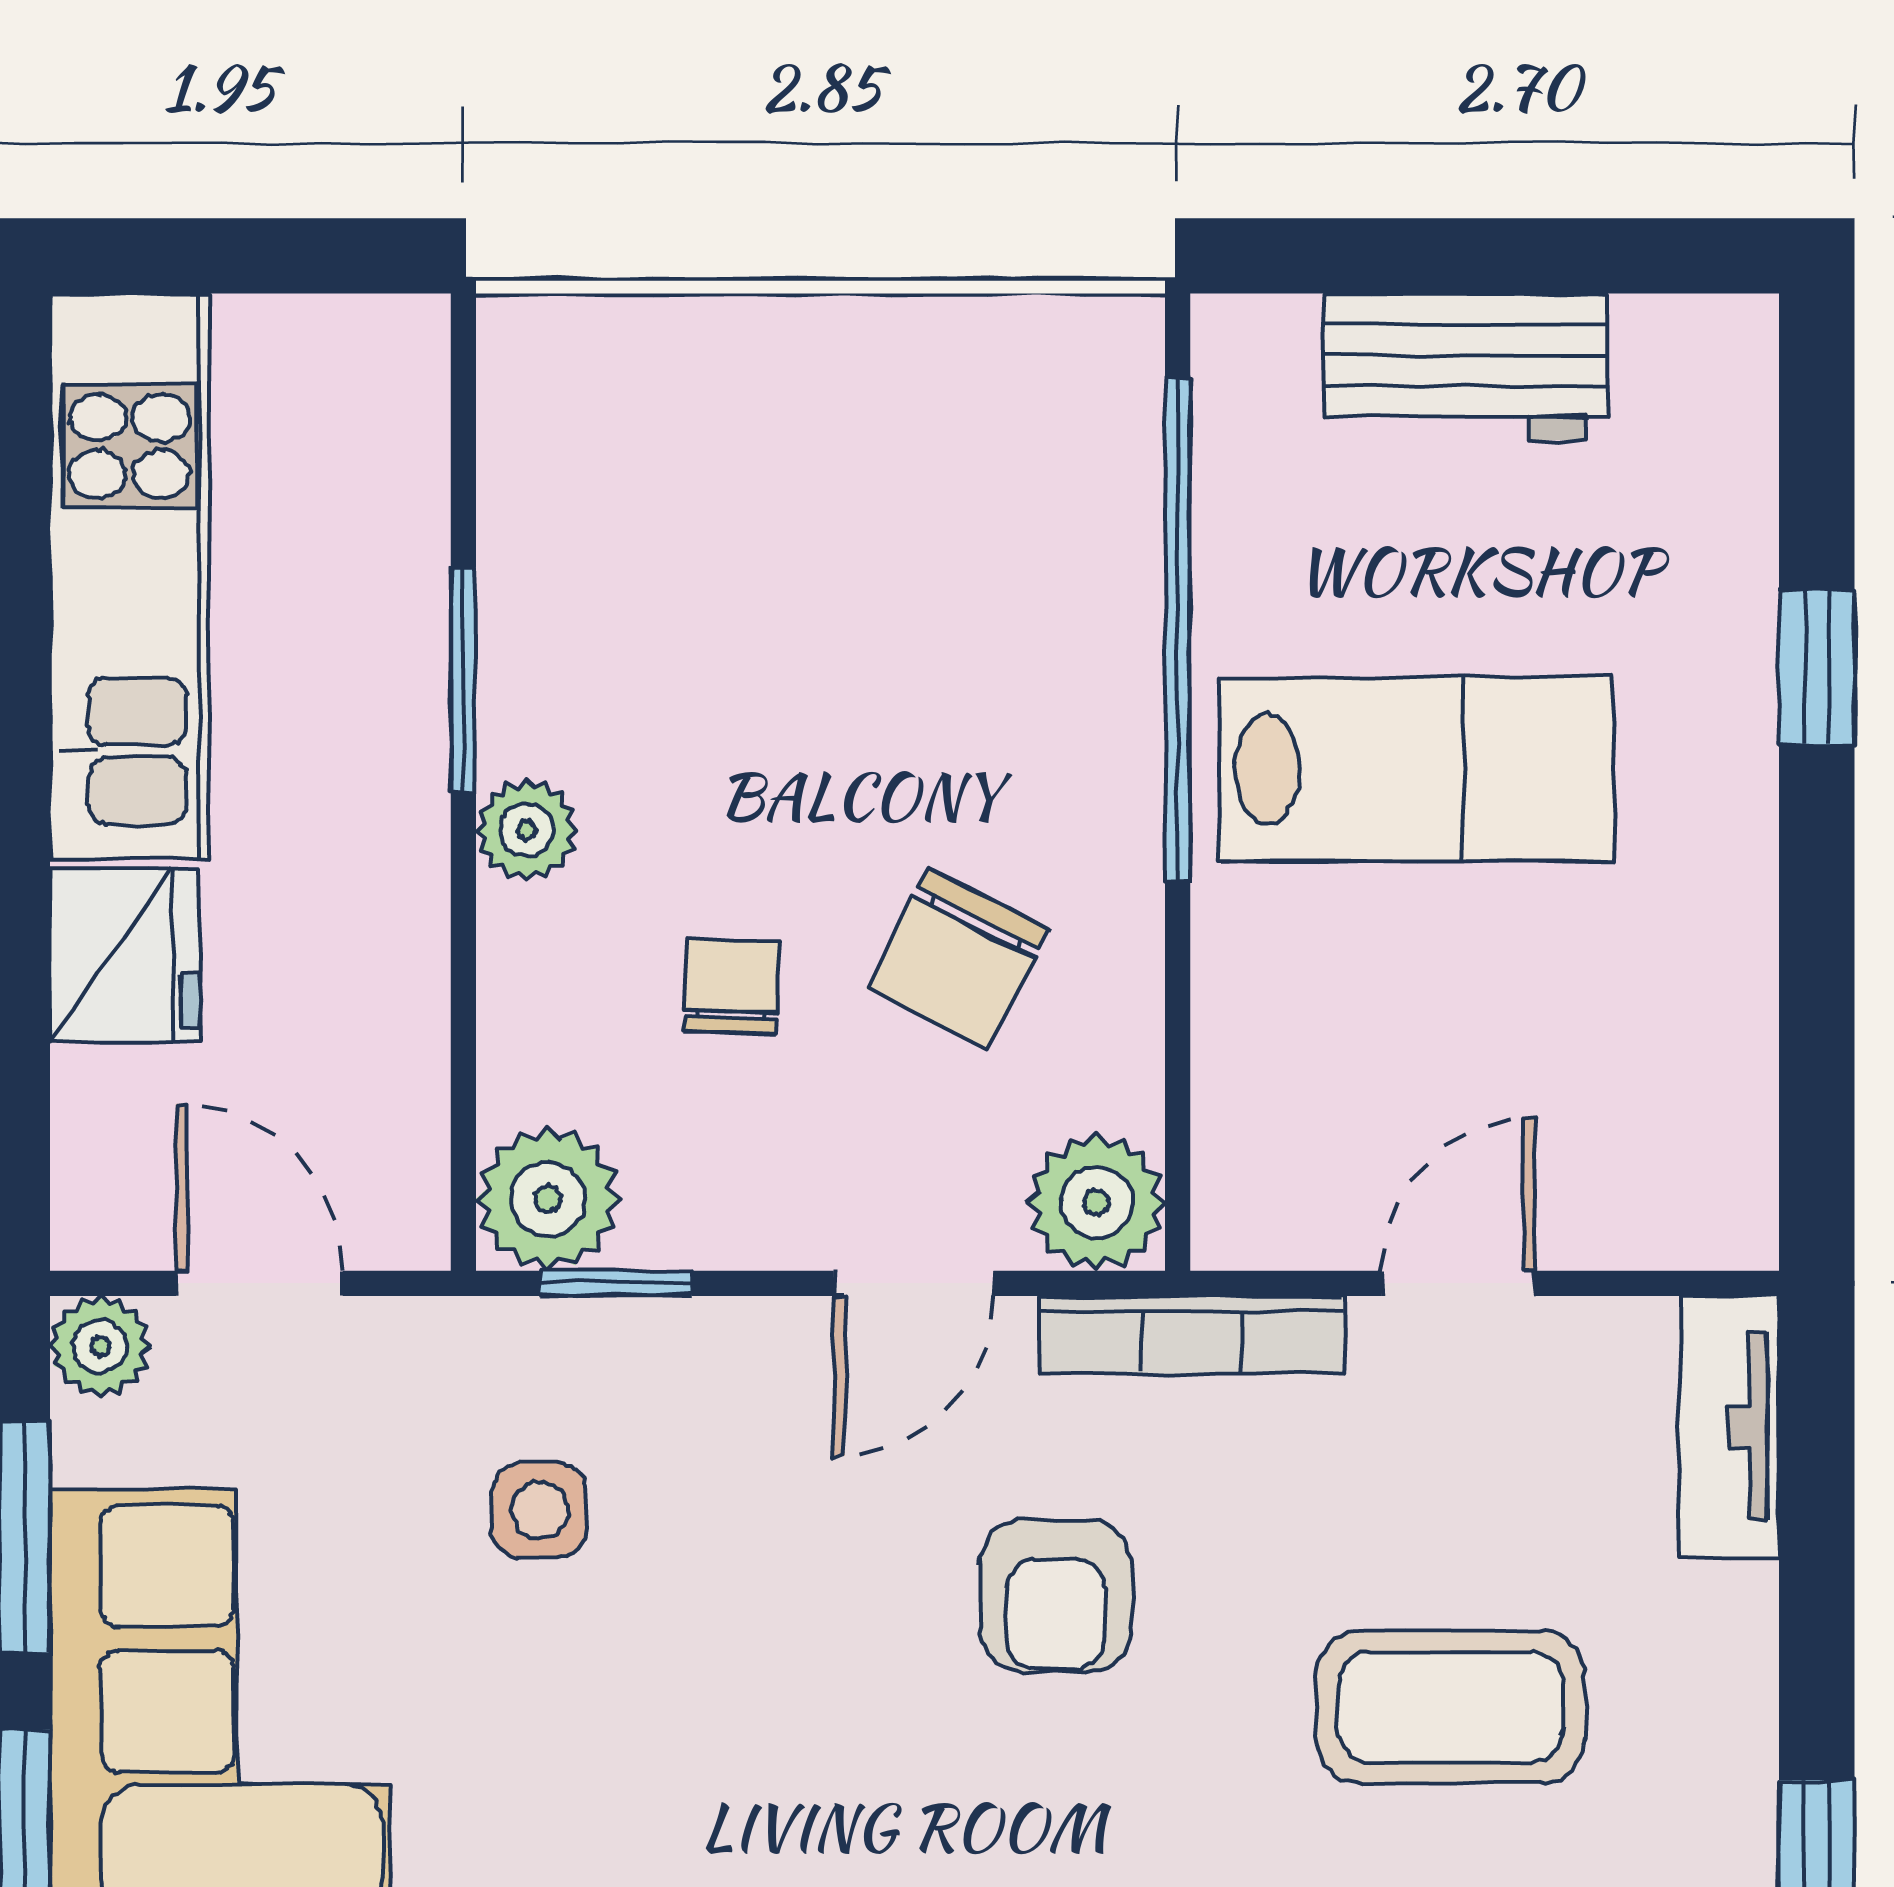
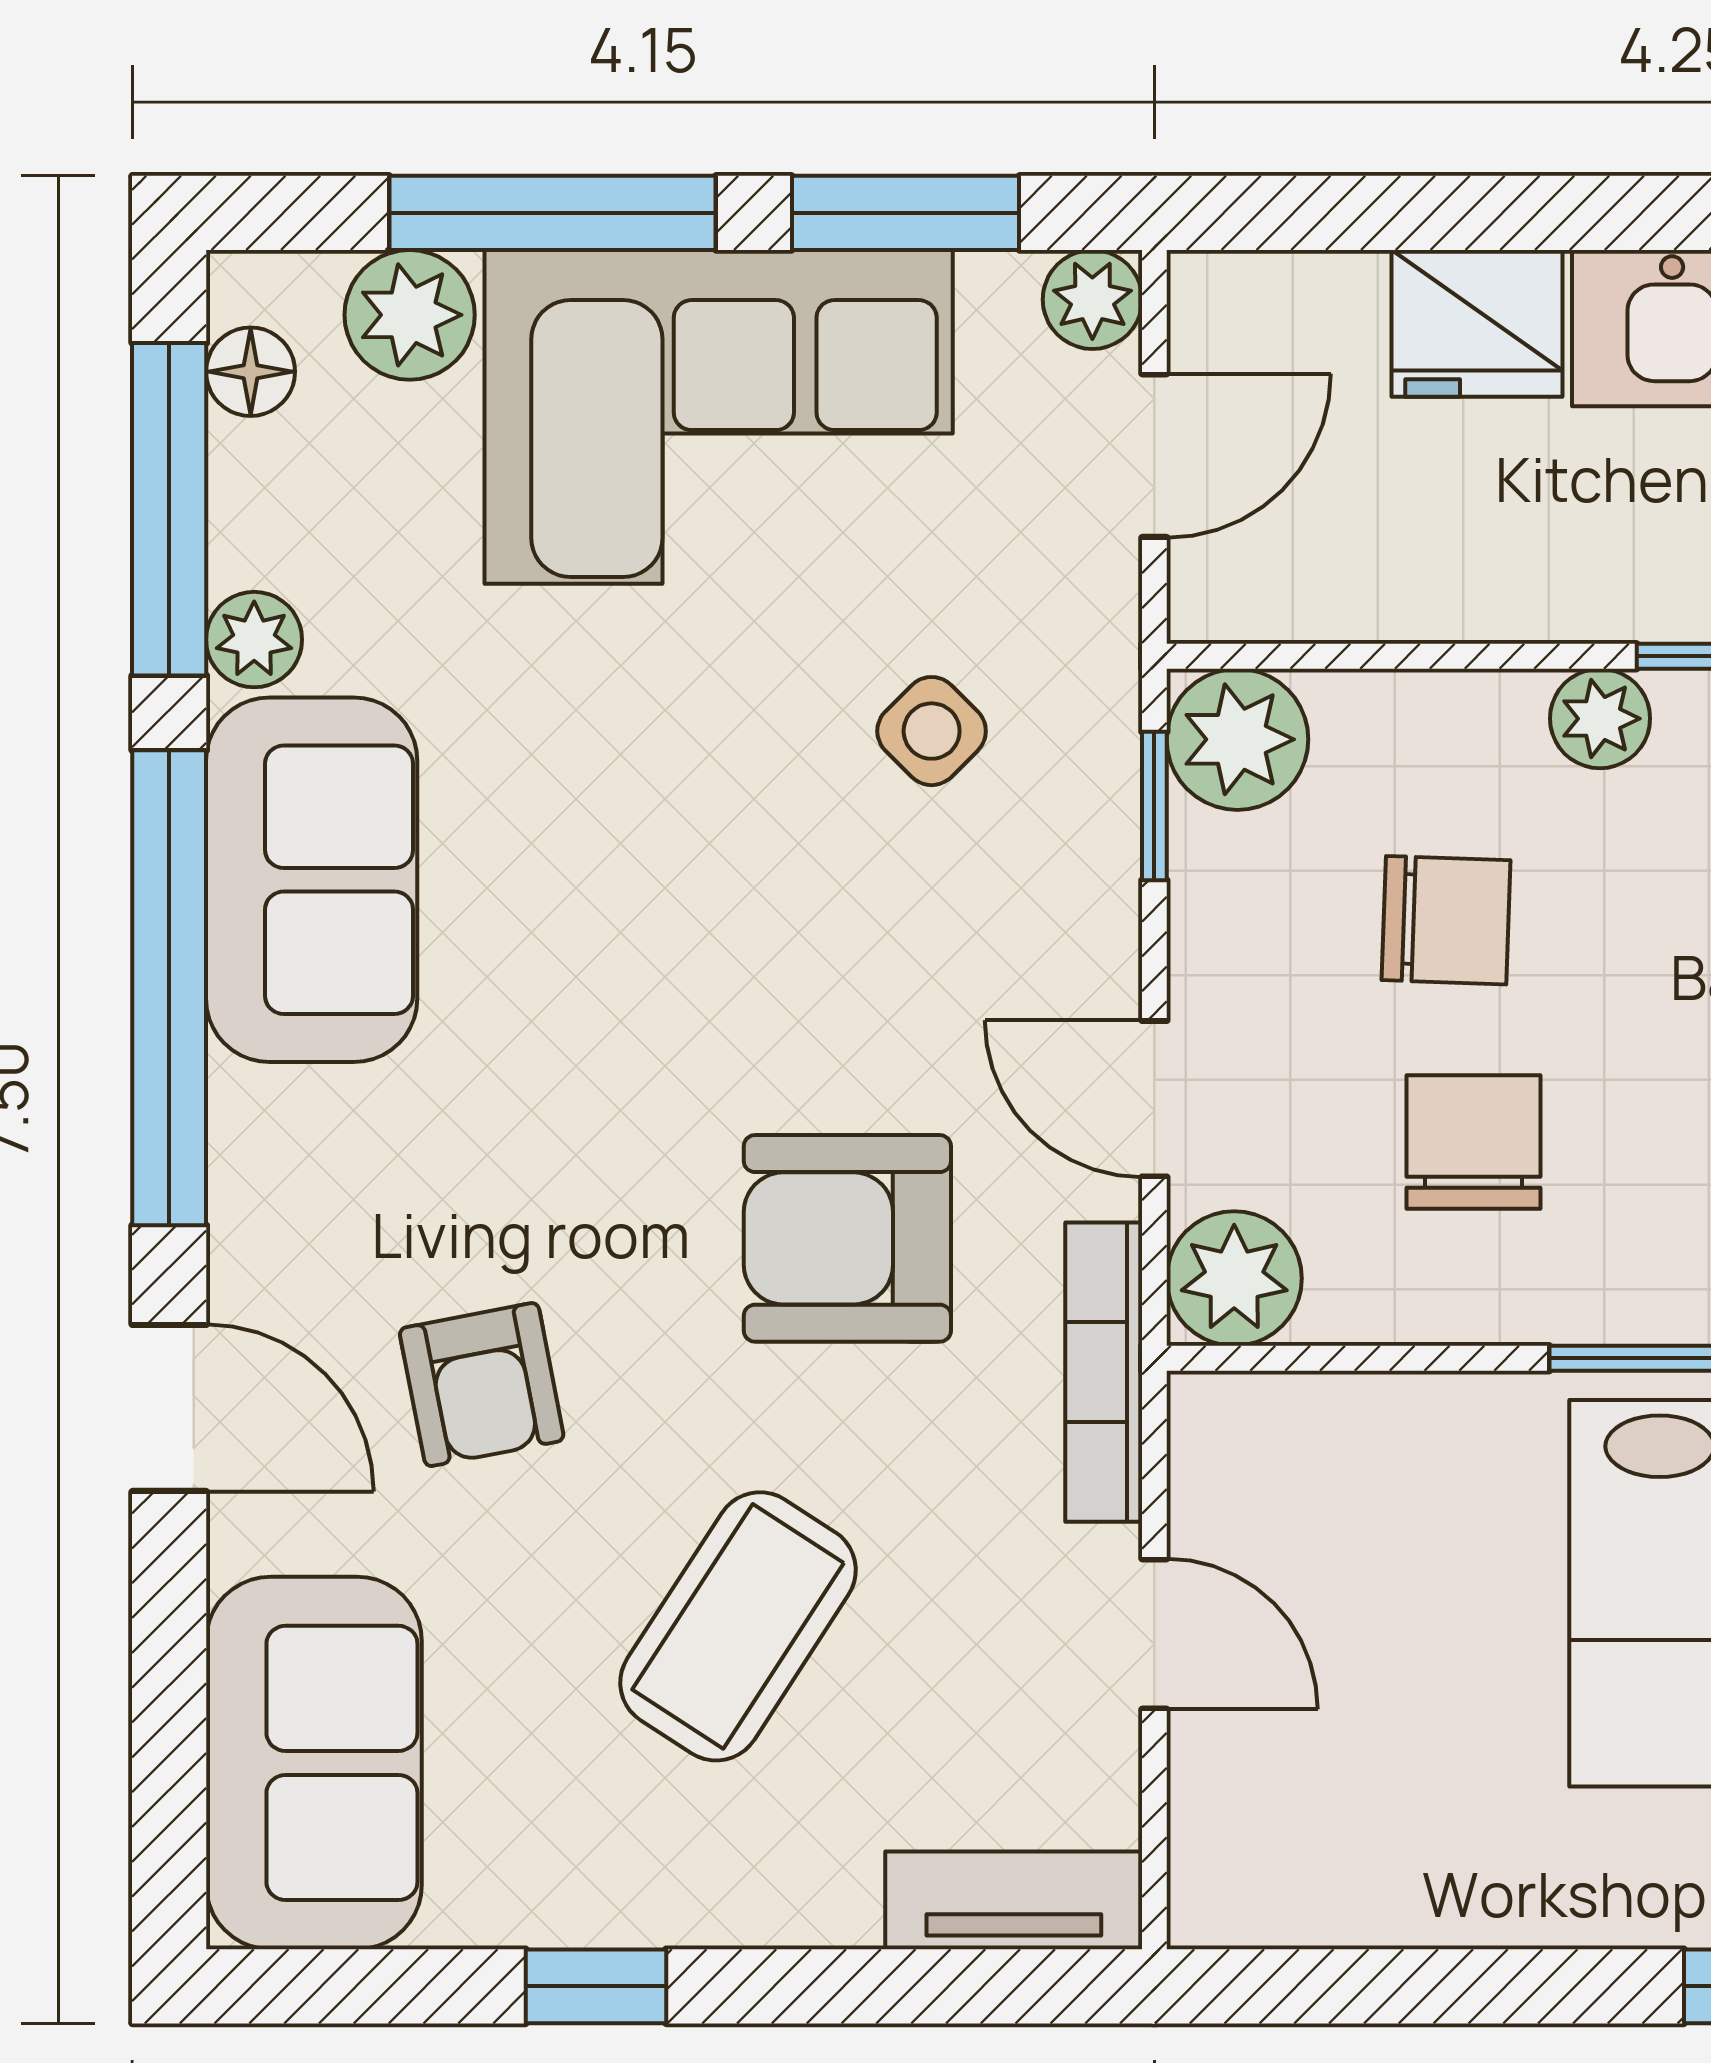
chair: (958, 959) -> (1473, 1142), turned 63
chair: (732, 987) -> (1446, 920), width x1.37, depth x1.37
side table: (540, 1510) -> (932, 731), turned 45
armchair: (1056, 1596) -> (847, 1238), width x1.38, depth x1.38
coffee table: (1450, 1707) -> (738, 1626), turned 33

